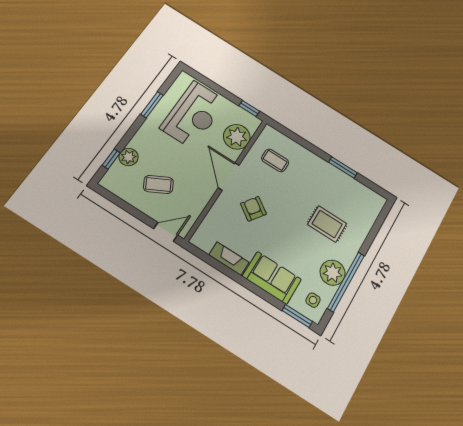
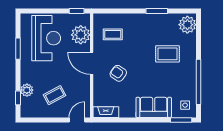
fireplace: (229, 259) -> (106, 112), moved
plant: (333, 273) -> (187, 25), moved

